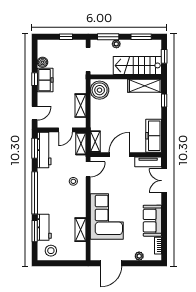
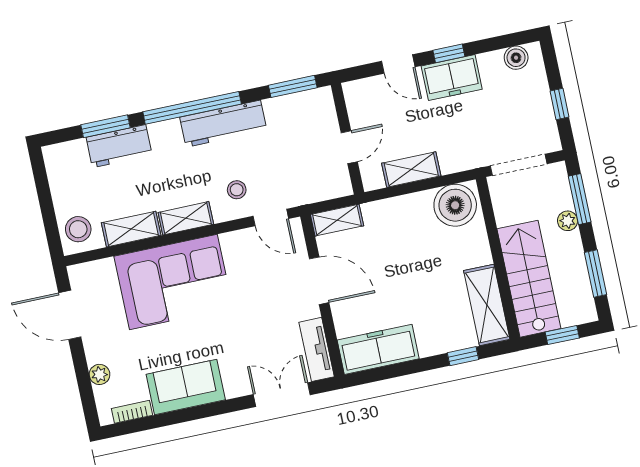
boiler: (43, 62) -> (516, 58), moved
door: (35, 113) -> (398, 64), moved
door: (65, 130) -> (349, 147), swing flipped
shelving: (81, 144) -> (186, 218), moved
workbench: (44, 150) -> (223, 124), moved
stool: (51, 251) -> (78, 229), moved

